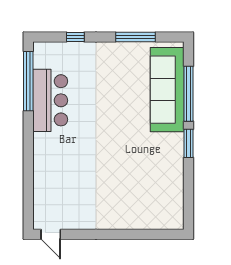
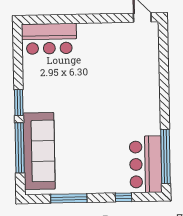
bar counter: (50, 100) -> (146, 164), moved
bar counter: (154, 213) -> (49, 39), added

